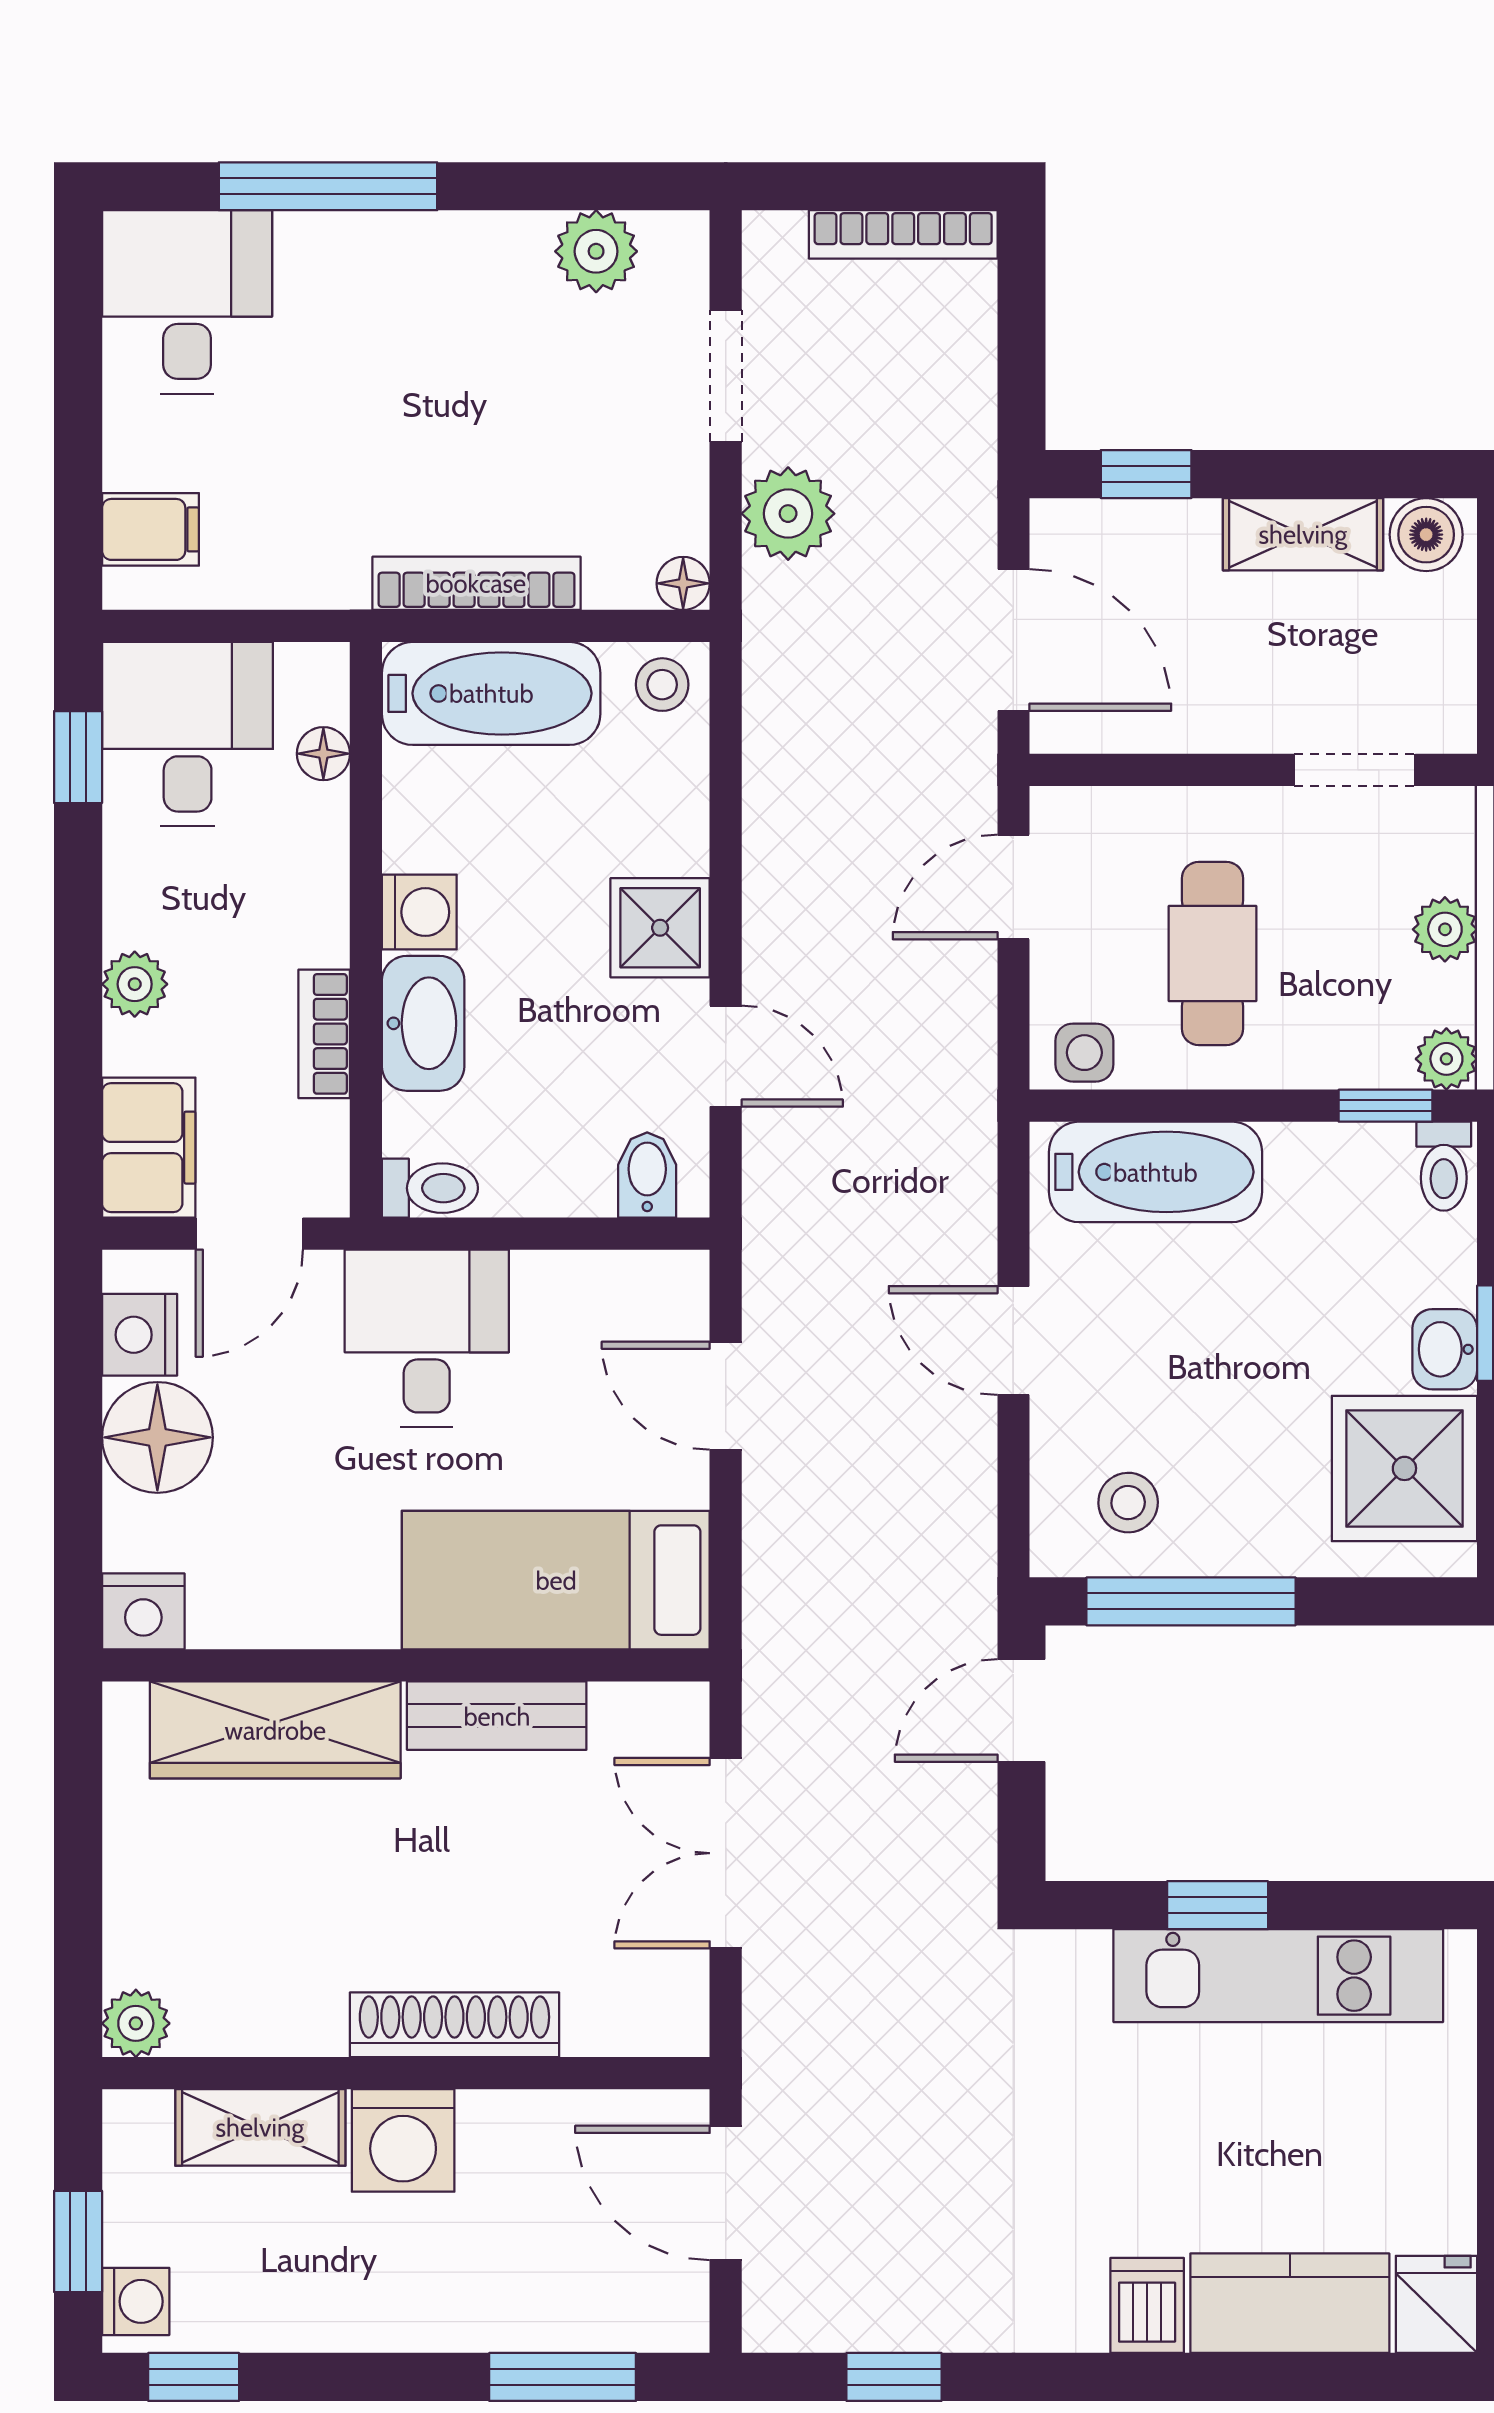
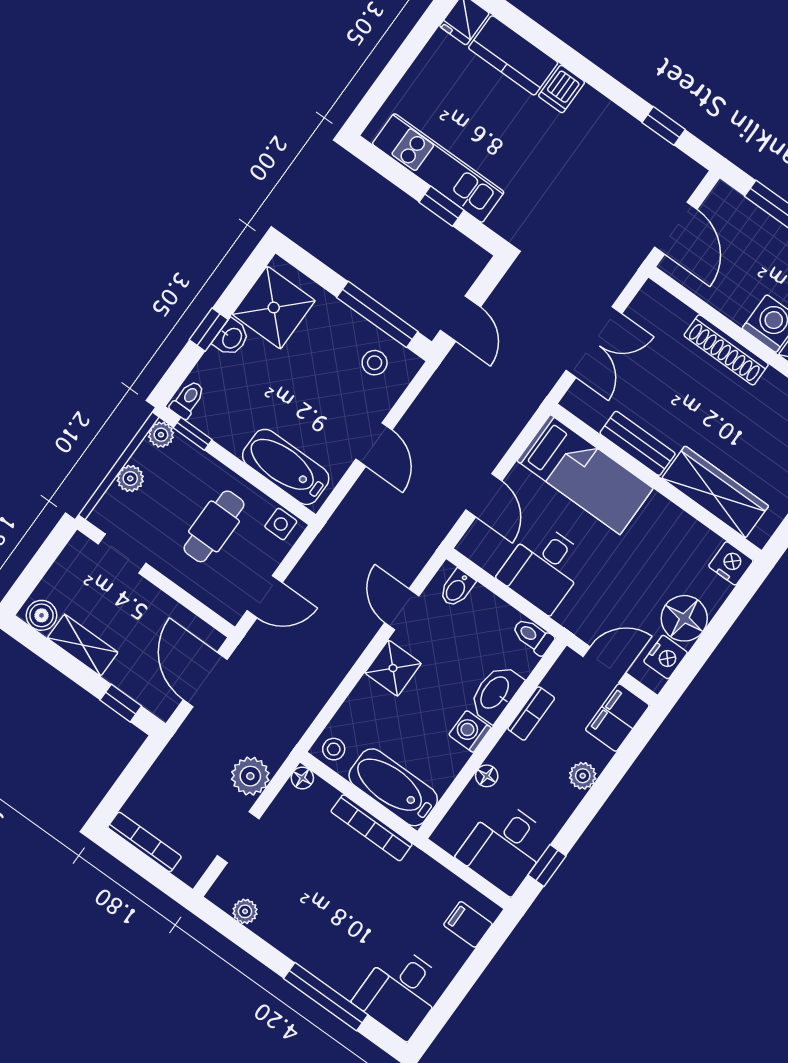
plant: (596, 251) -> (245, 911), width x0.73, depth x0.73
floor lamp: (323, 754) -> (487, 776), moved
desk: (427, 1338) -> (544, 568), moved
door: (1021, 1710) -> (460, 319), hinge flipped

